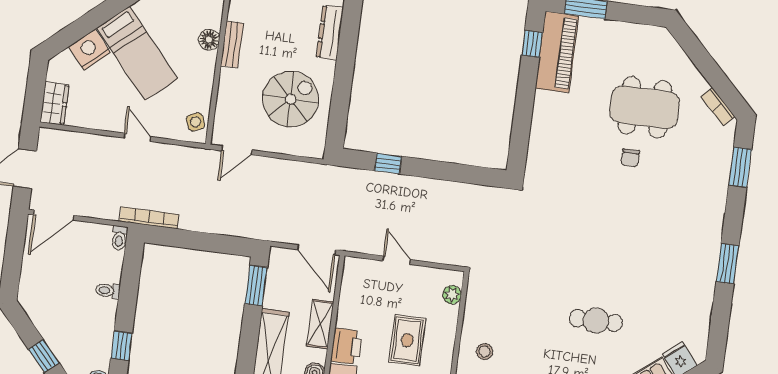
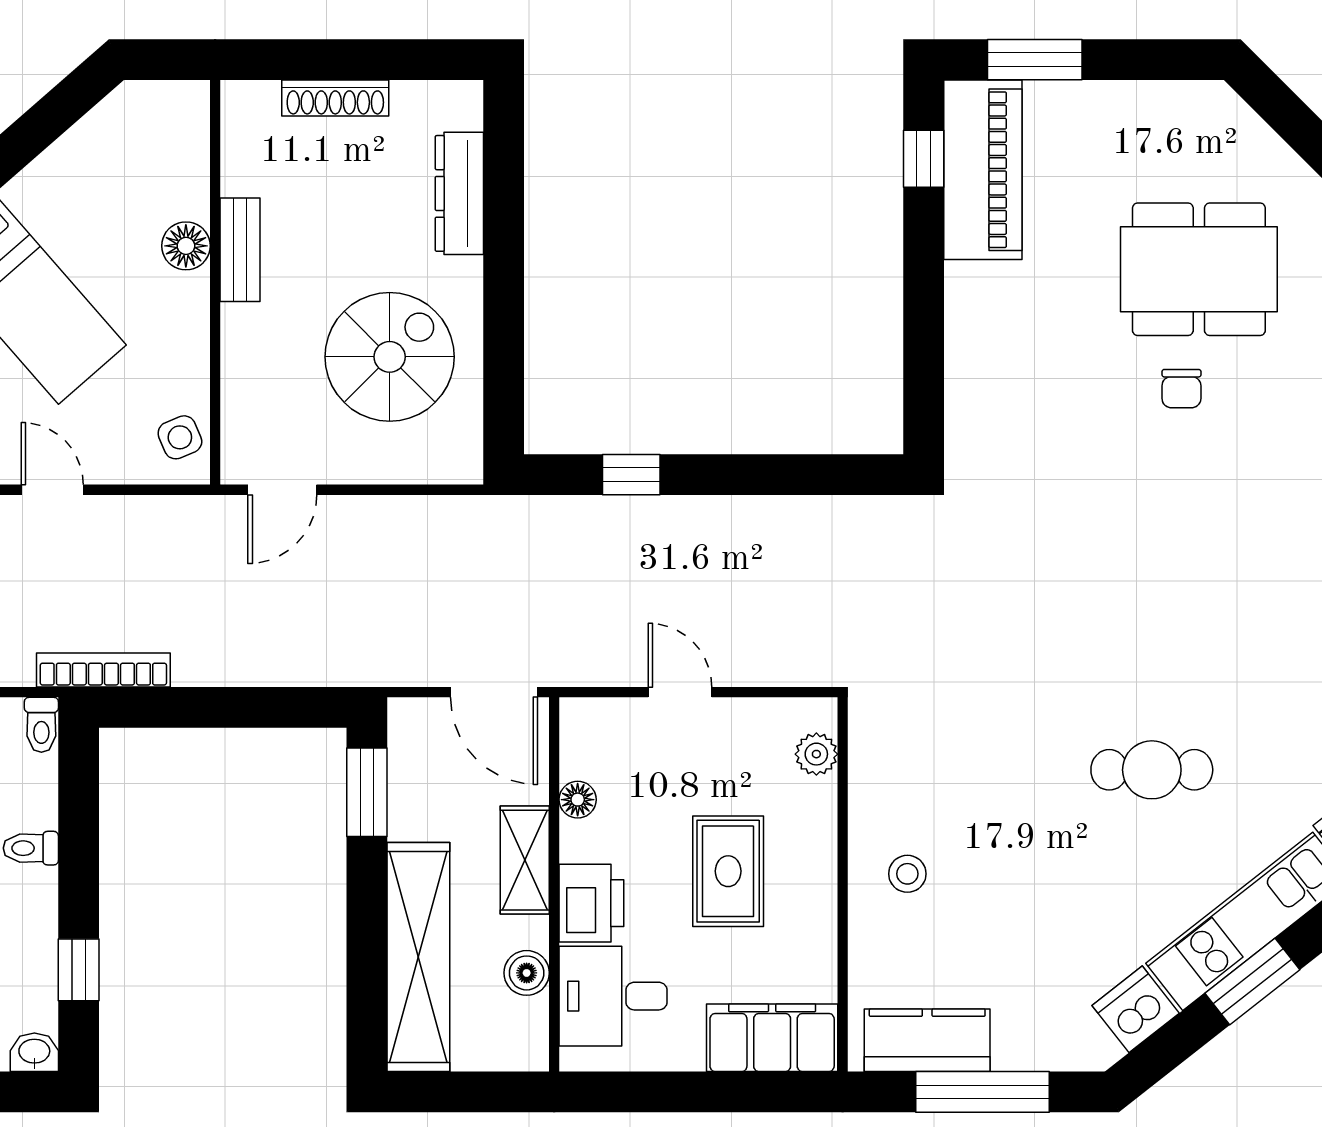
floor lamp: (346, 301) -> (578, 800), added

